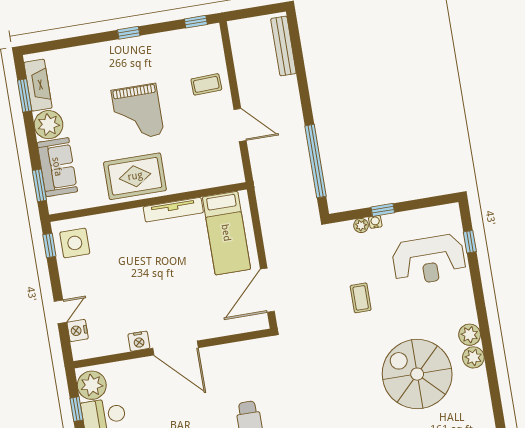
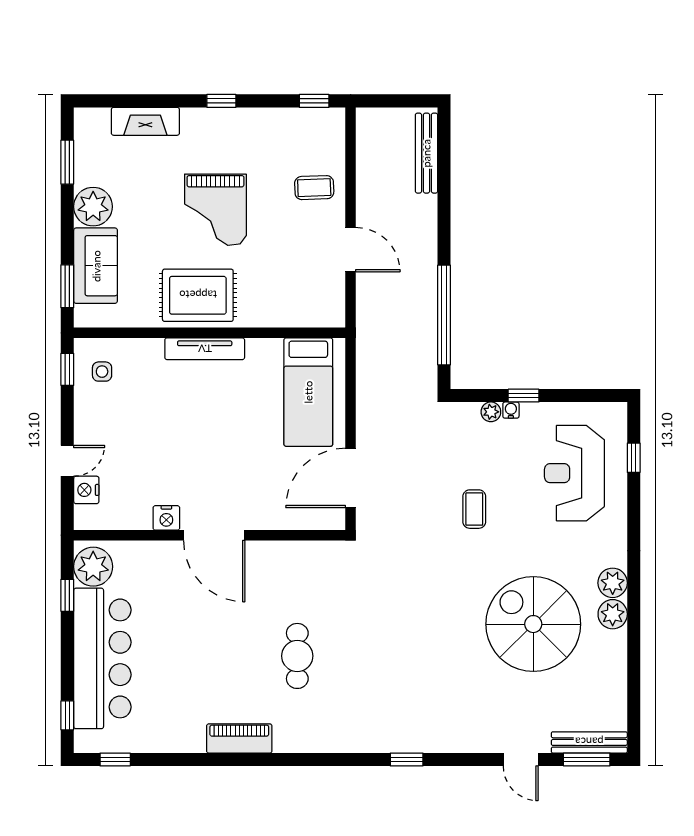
fireplace: (38, 85) -> (145, 121), moved, turned 90
tv unit: (173, 210) -> (205, 349), moved
side table: (75, 243) -> (102, 372), width x0.54, depth x0.54
reception desk: (429, 260) -> (574, 473), turned 90

